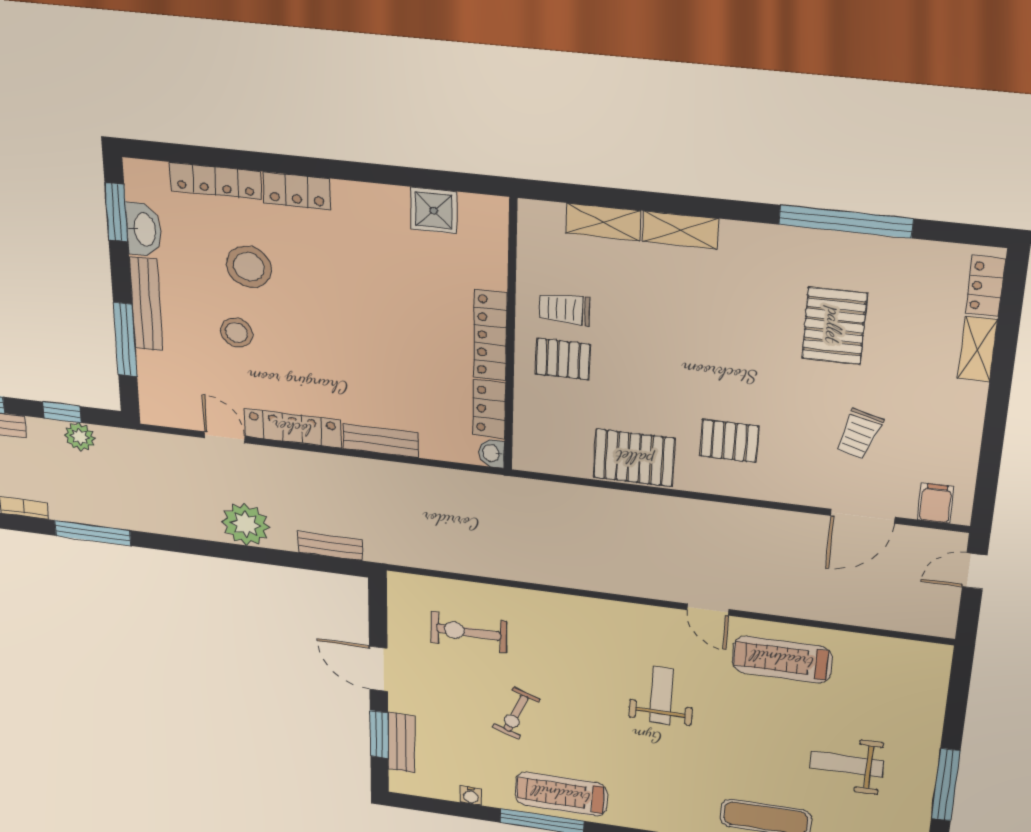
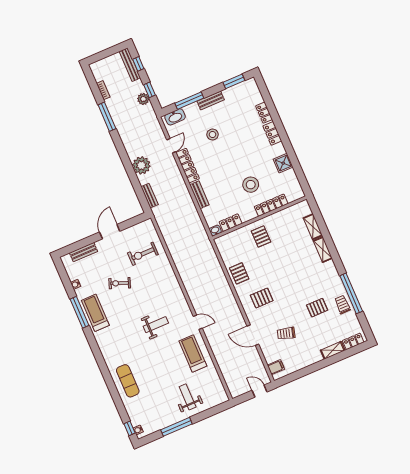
locker: (215, 181) -> (264, 113), width x0.66
shower: (434, 210) -> (283, 163), moved
washbasin: (144, 230) -> (175, 117), moved
stool: (249, 267) -> (251, 185), moved
bench: (146, 304) -> (211, 100), width x0.73
trolley: (564, 309) -> (342, 305), moved
pallet: (834, 326) -> (317, 308), width x0.67, depth x0.71
locker: (490, 335) -> (271, 205), moved
pallet: (729, 441) -> (262, 298), turned 90
pallet: (634, 458) -> (239, 273), width x0.67, depth x0.71
door: (863, 516) -> (253, 335), moved
door: (708, 610) -> (198, 322), swing flipped
exercise bike: (469, 632) -> (143, 254), turned -90
window: (379, 734) -> (82, 243), removed
weight bench: (847, 764) -> (188, 397), moved

